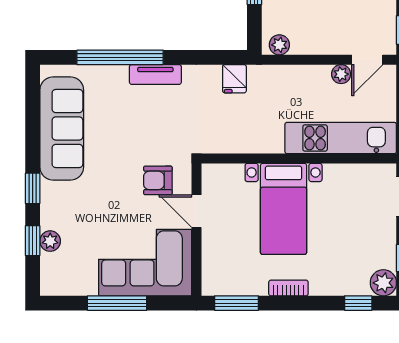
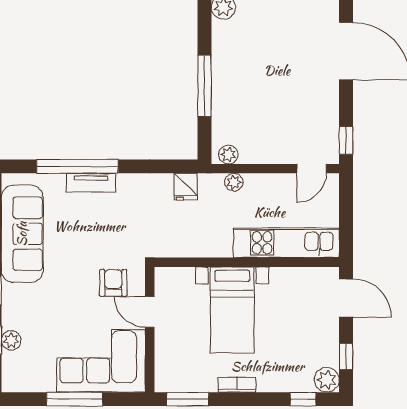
tv unit: (155, 74) -> (91, 183), moved
plant: (341, 74) -> (234, 182), moved
armchair: (158, 180) -> (113, 283), turned 90

